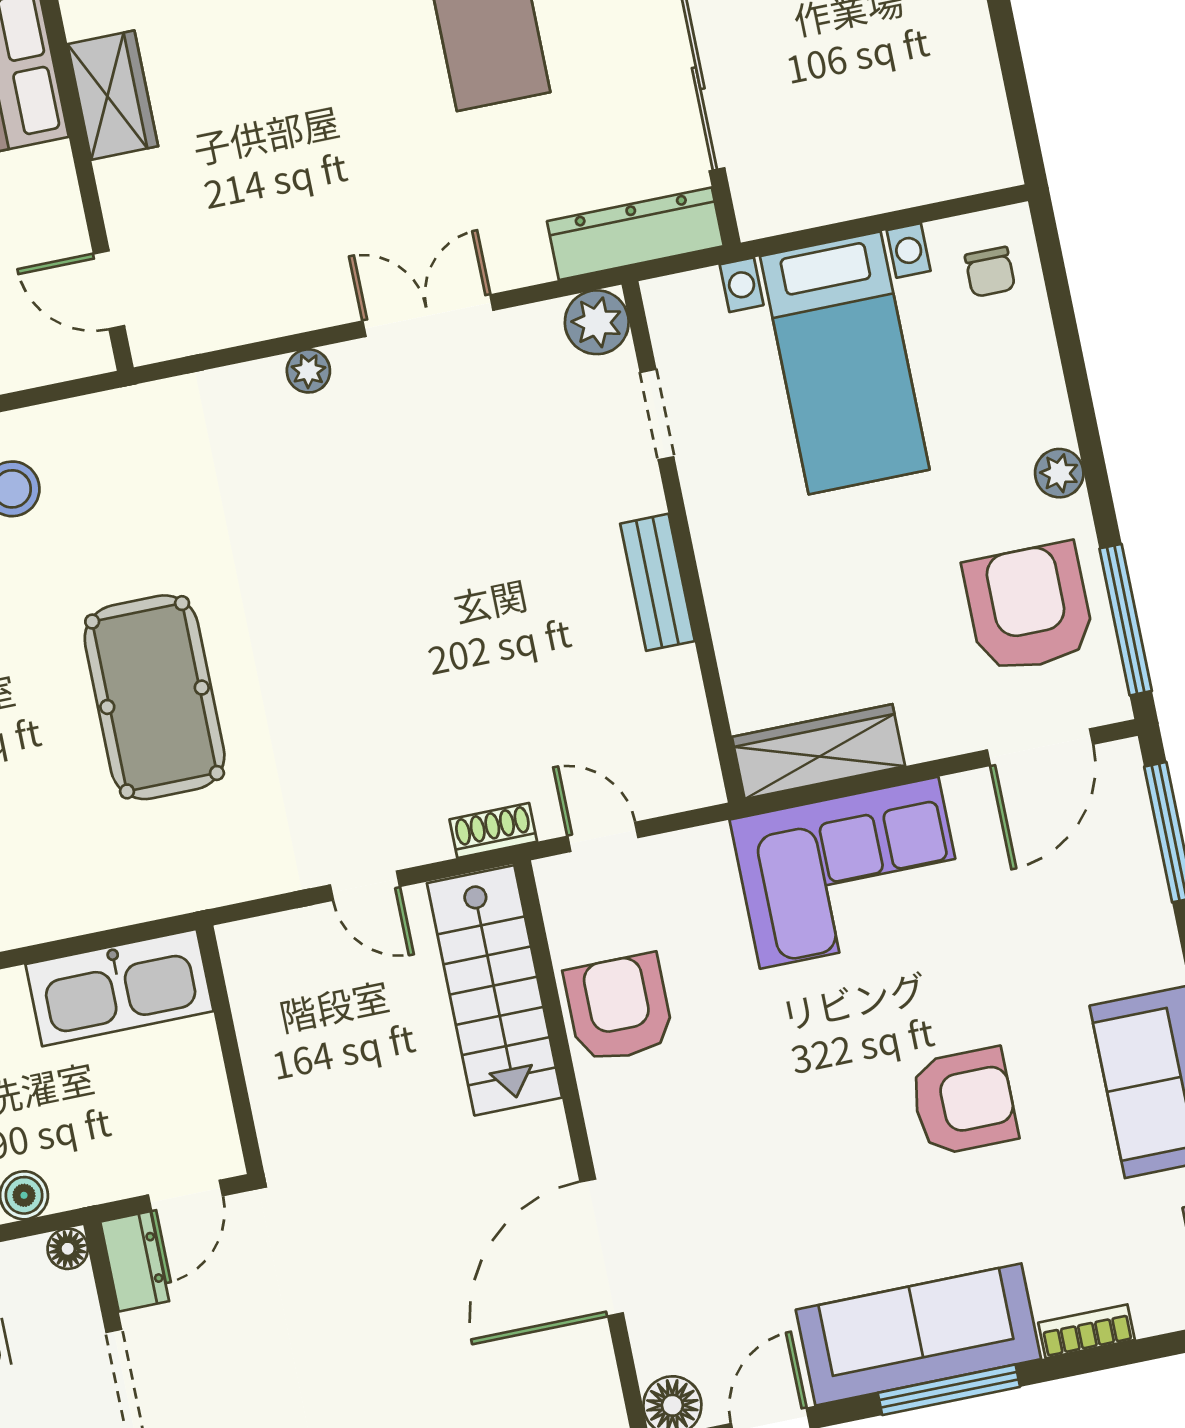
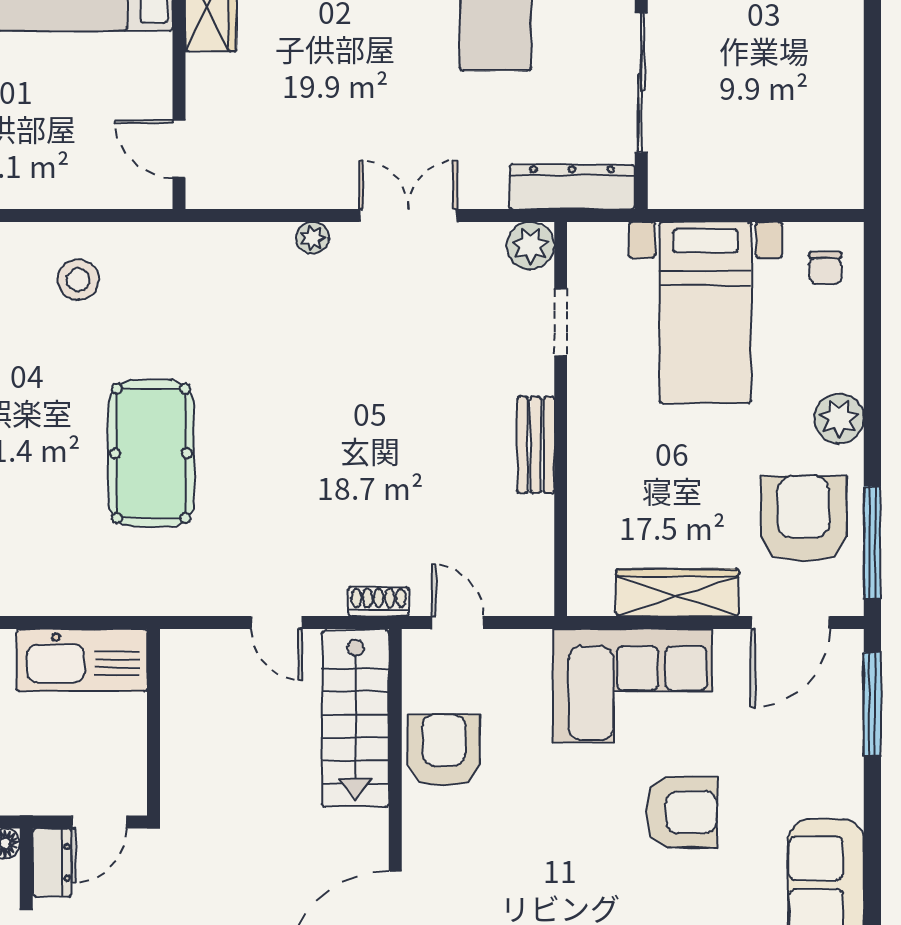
plant: (1059, 473) -> (839, 419), width x1.38, depth x1.38
wardrobe: (819, 752) -> (677, 593), moved
armchair: (964, 1101) -> (681, 812), moved

